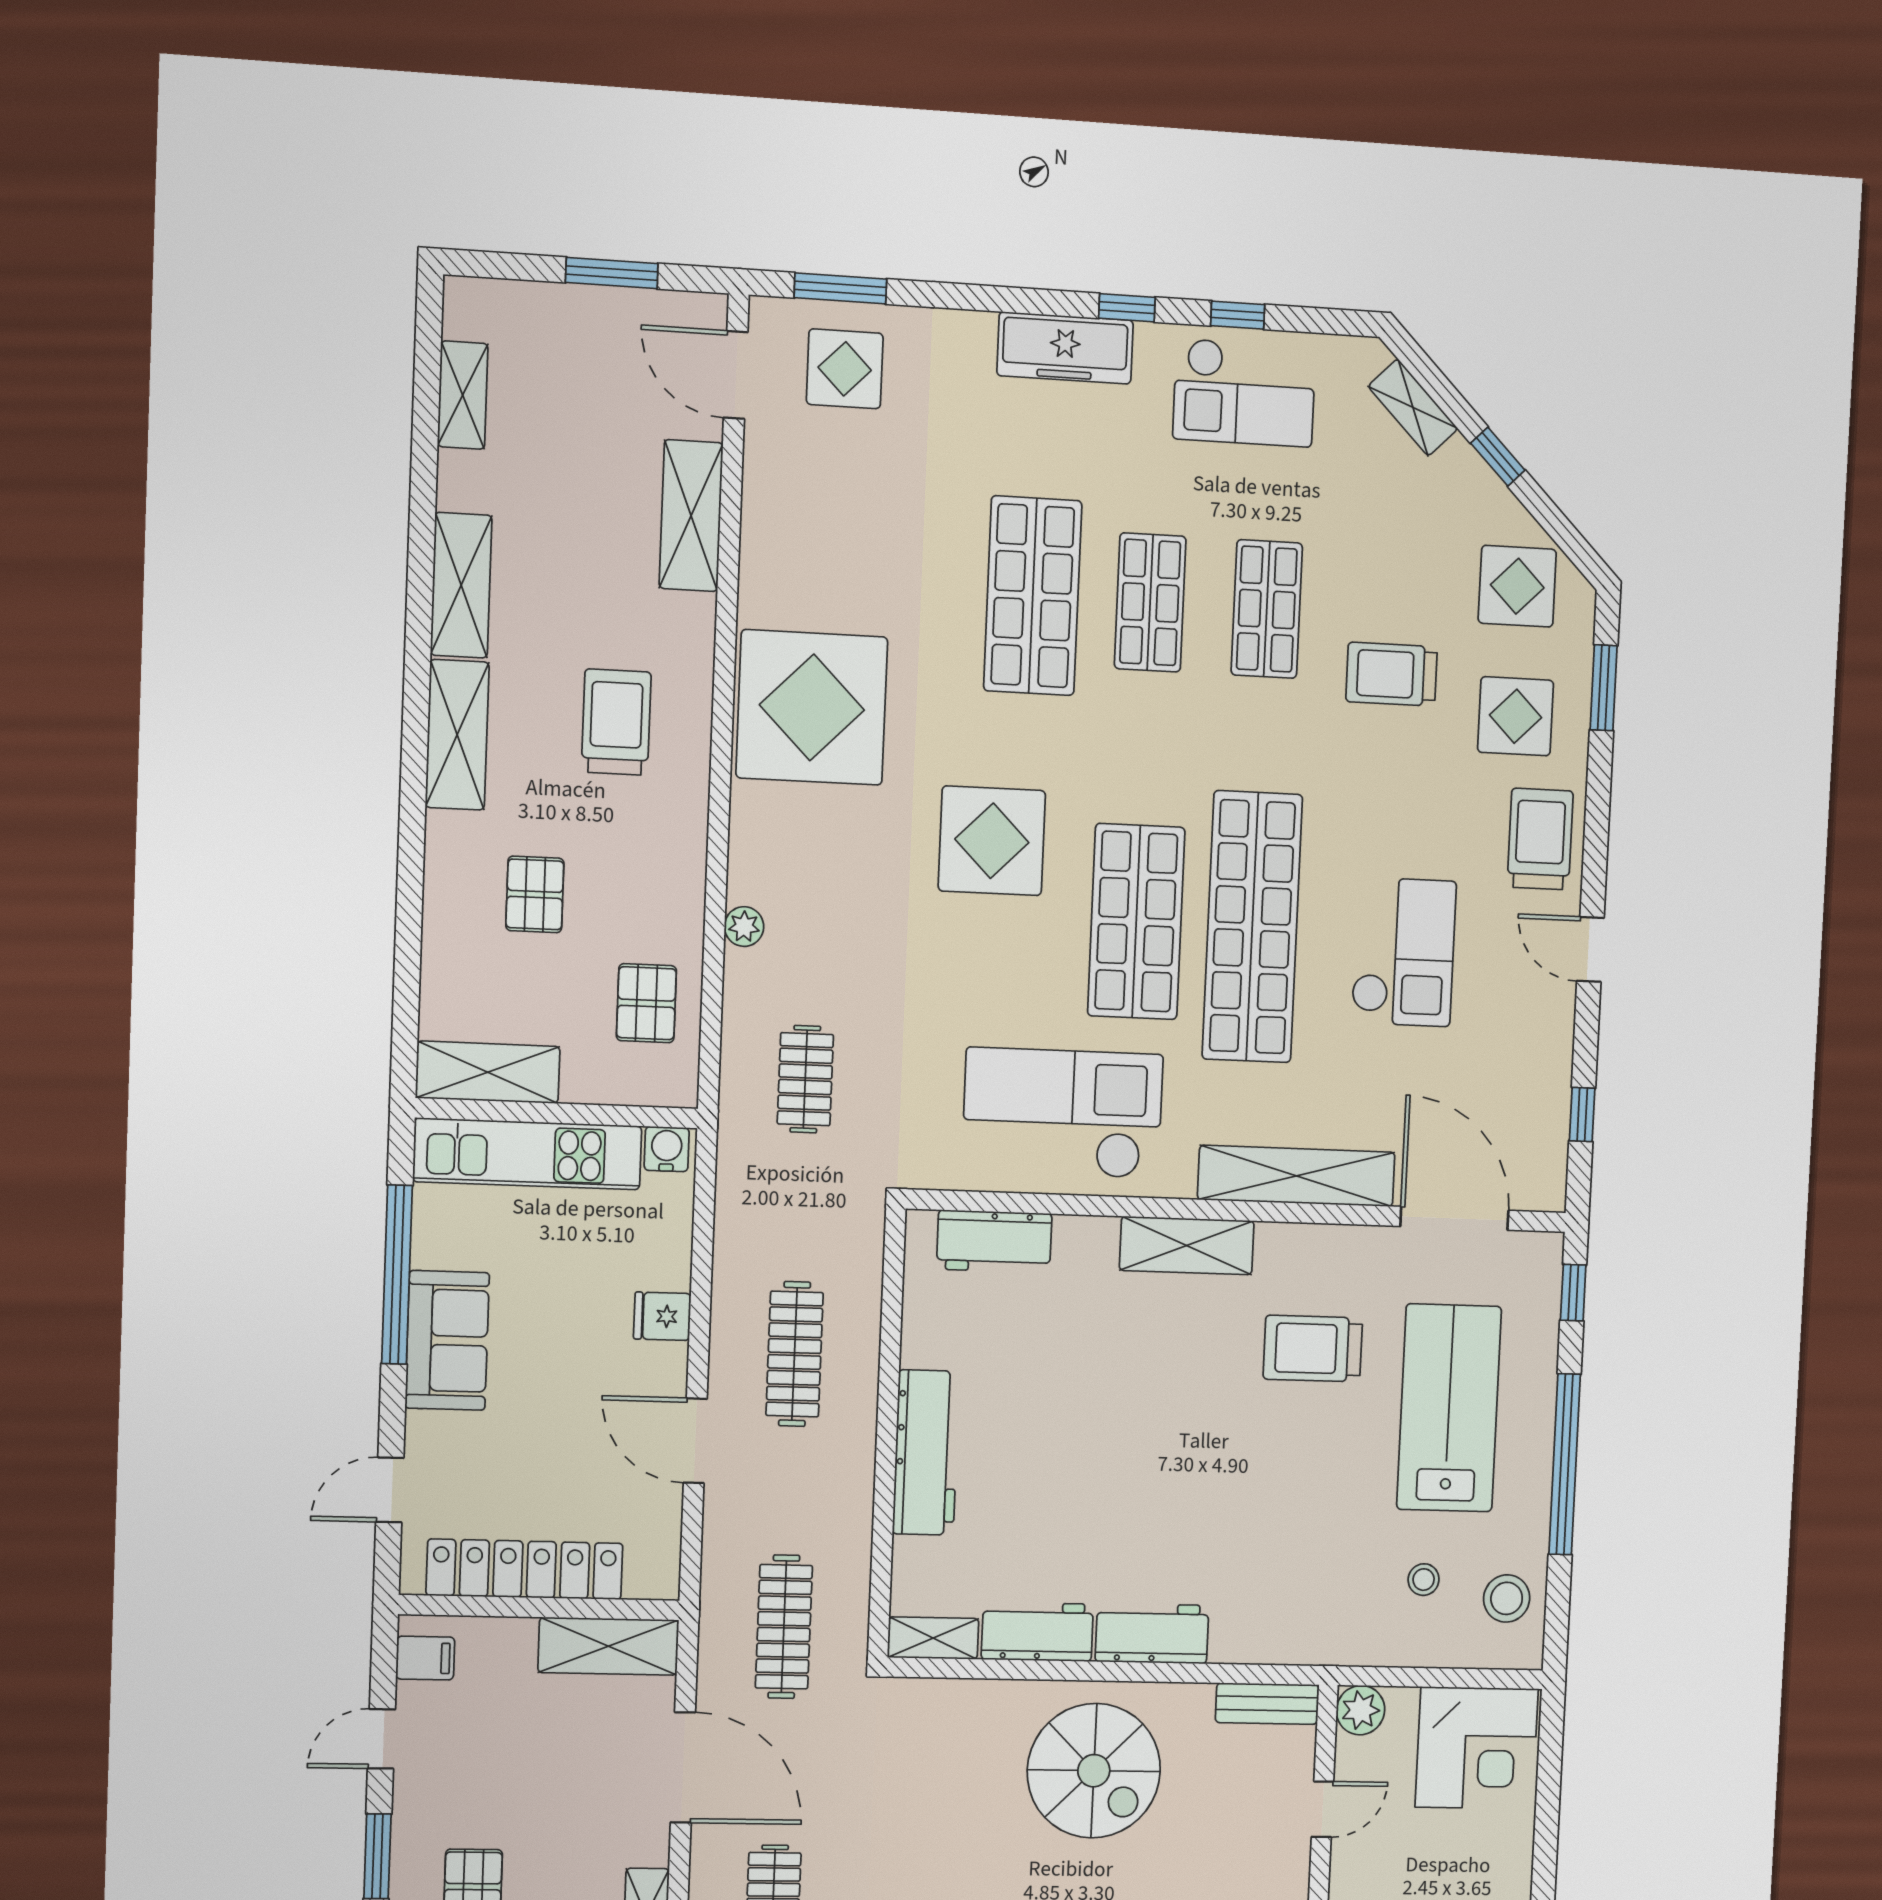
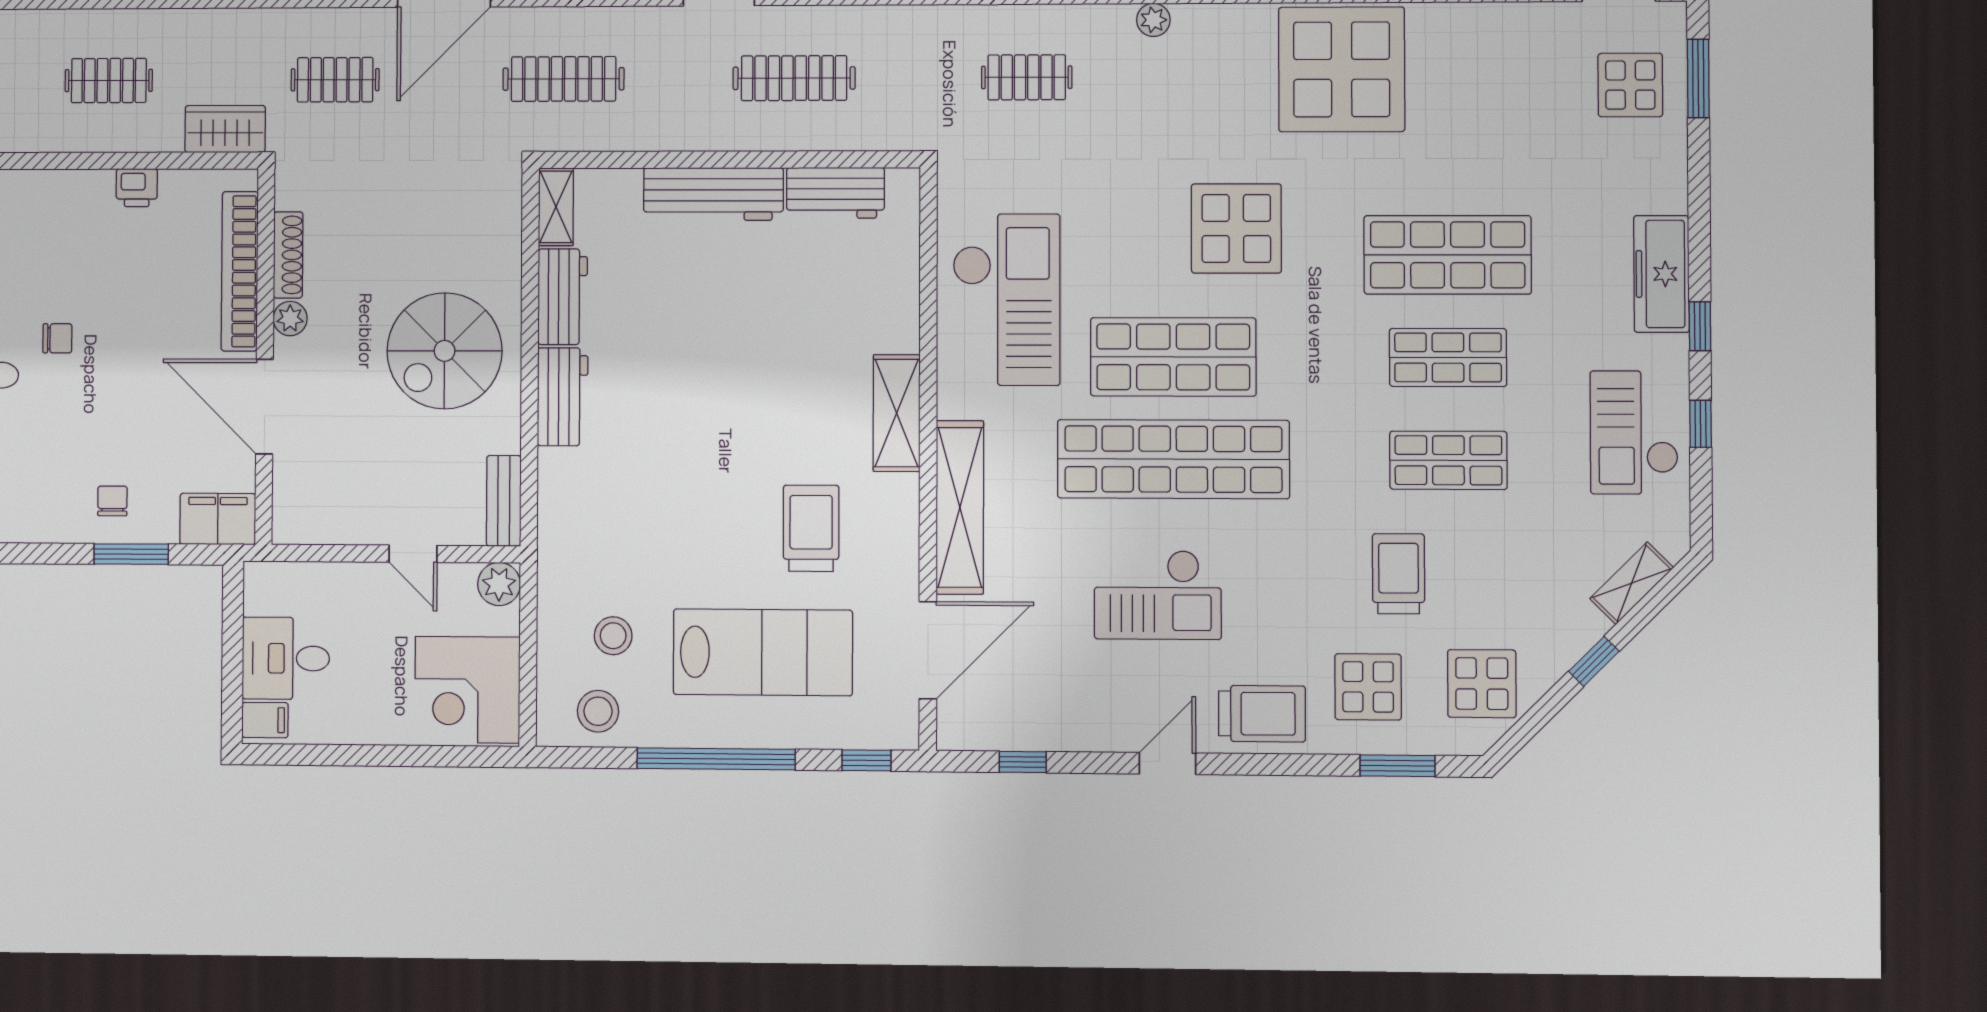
workbench: (994, 1241) -> (835, 193), moved, turned -90
stool: (1424, 1580) -> (613, 636), width x1.37, depth x1.37

